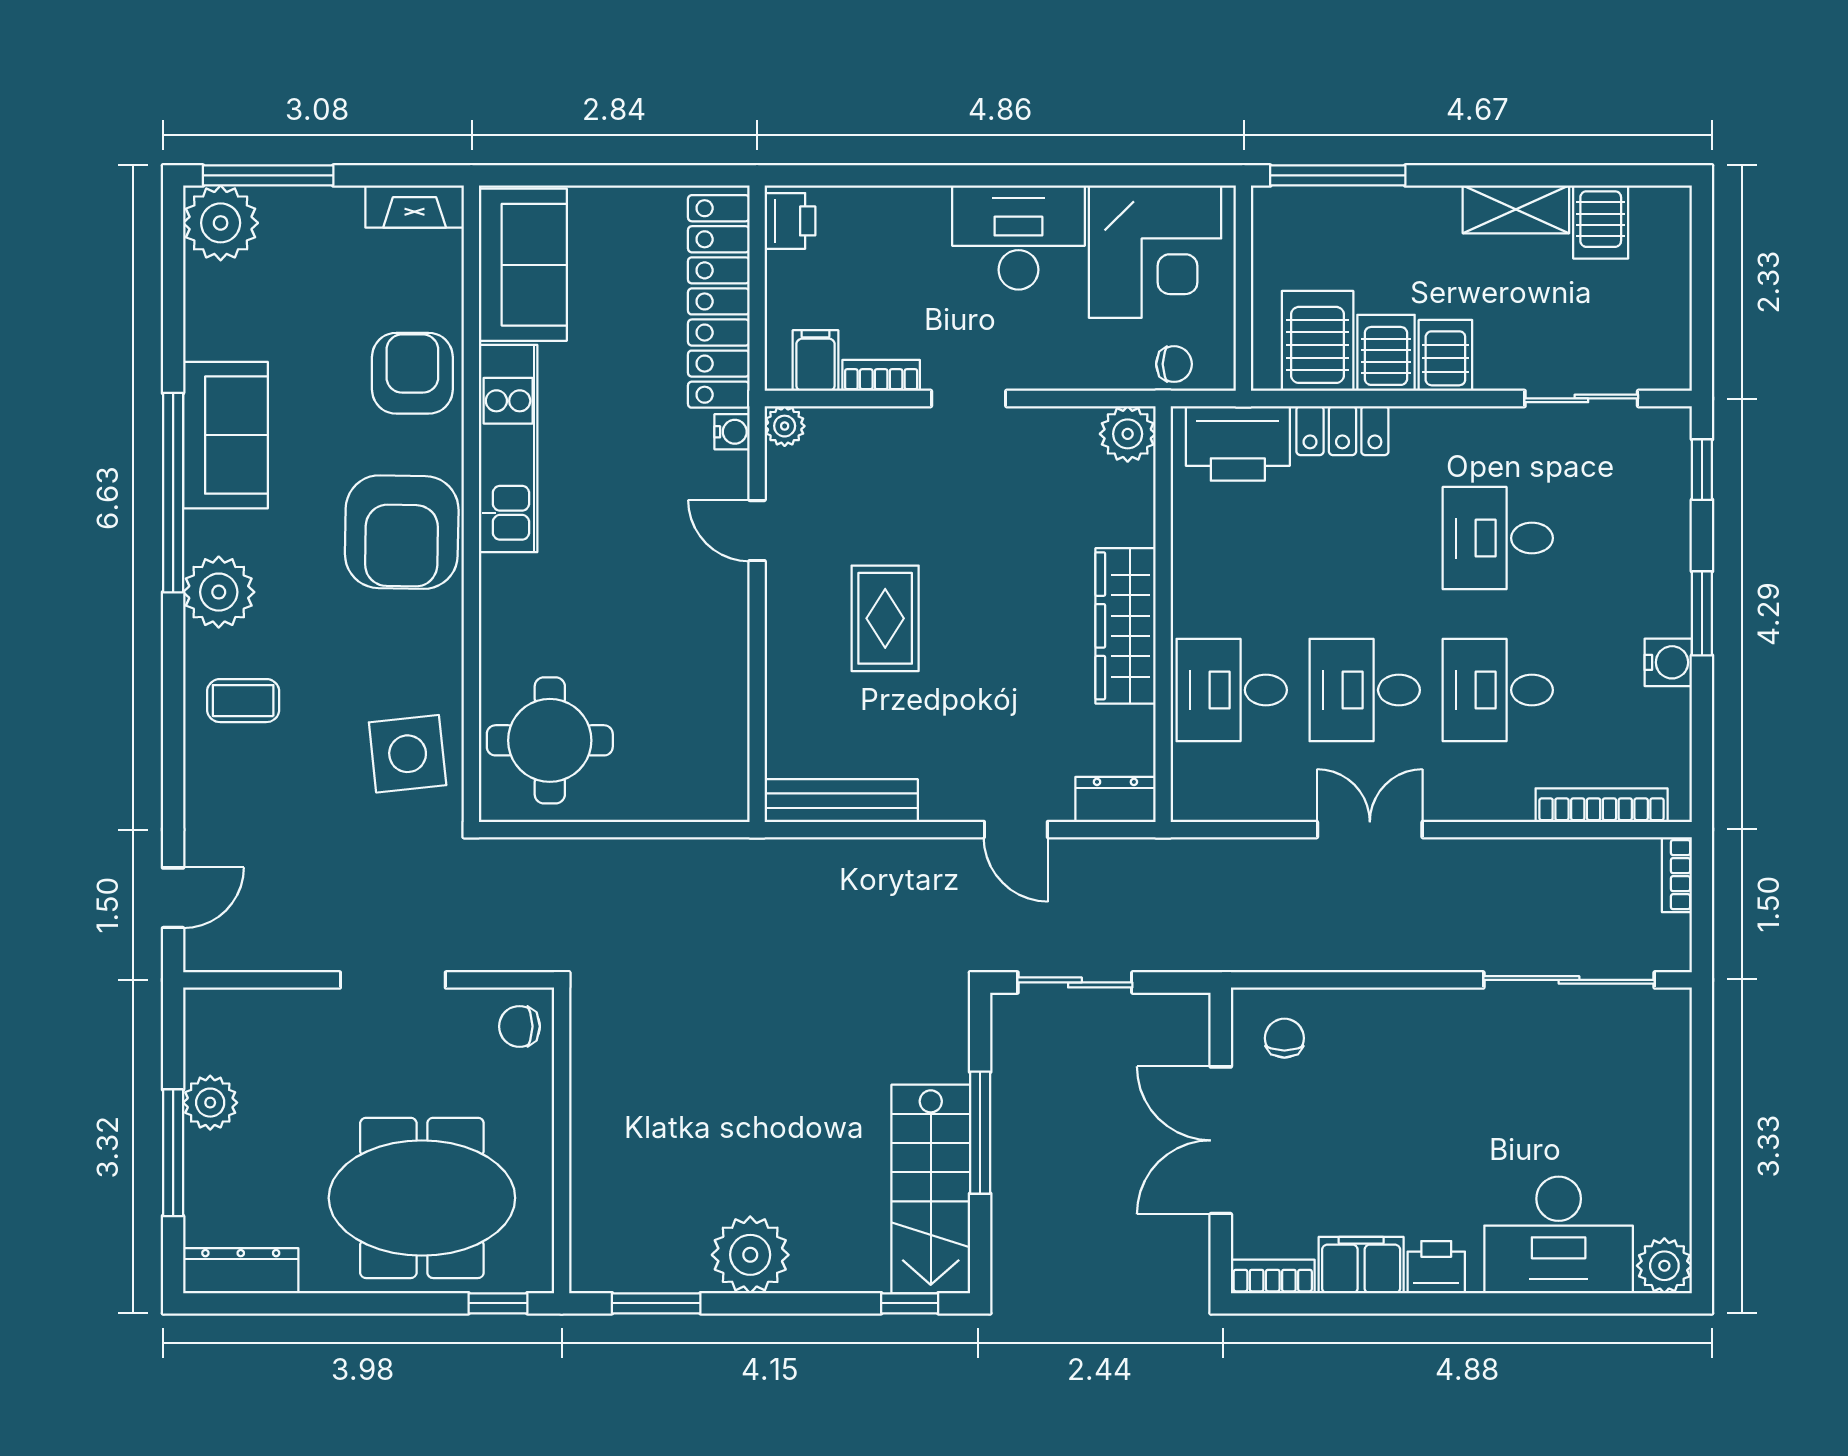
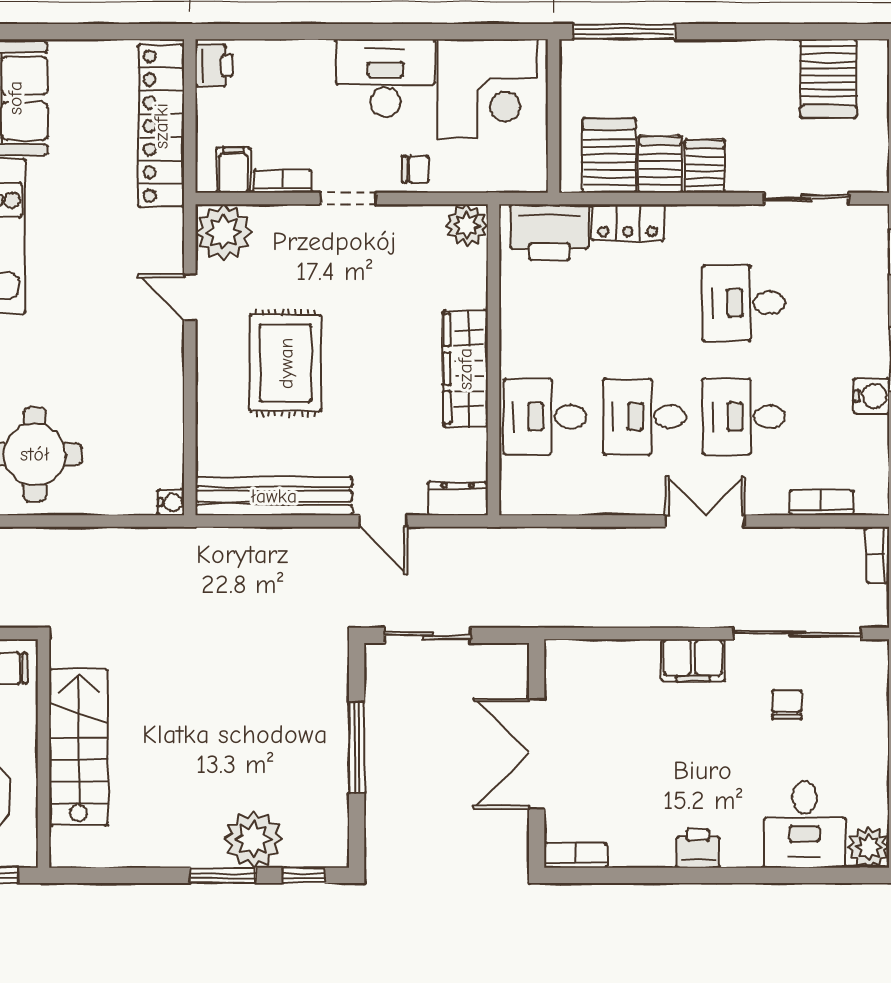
shelving: (1516, 209) -> (757, 57), removed
server rack: (1601, 222) -> (828, 78), width x1.36, depth x1.44
chair: (1174, 364) -> (416, 169), moved
plant: (785, 426) -> (223, 232), width x1.88, depth x1.88
water cooler: (732, 432) -> (171, 502), moved
rug: (885, 618) -> (286, 363), width x1.36, depth x1.43
bench: (841, 801) -> (274, 496), width x1.37, depth x1.21
bookcase: (1602, 805) -> (822, 503), width x0.64
double door: (1370, 830) -> (705, 521), moved
chair: (1284, 1038) -> (787, 705), moved
stairs: (931, 1189) -> (79, 747), moved, turned 180
desk: (1559, 1235) -> (804, 824), width x0.73
plant: (750, 1255) -> (253, 839), moved
filing cabinet: (1361, 1265) -> (693, 660), moved, turned 180
window: (656, 1303) -> (223, 875), moved

